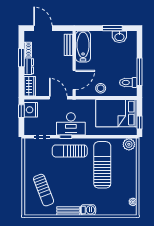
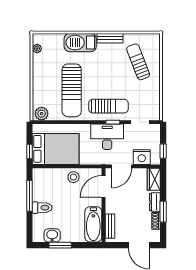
toilet: (128, 83) -> (42, 208), moved
door: (58, 98) -> (122, 166), hinge flipped
nightstand: (31, 110) -> (142, 157), moved, turned 90
window: (139, 123) -> (30, 152), moved
barbecue: (88, 210) -> (80, 43), width x1.88, depth x1.53

